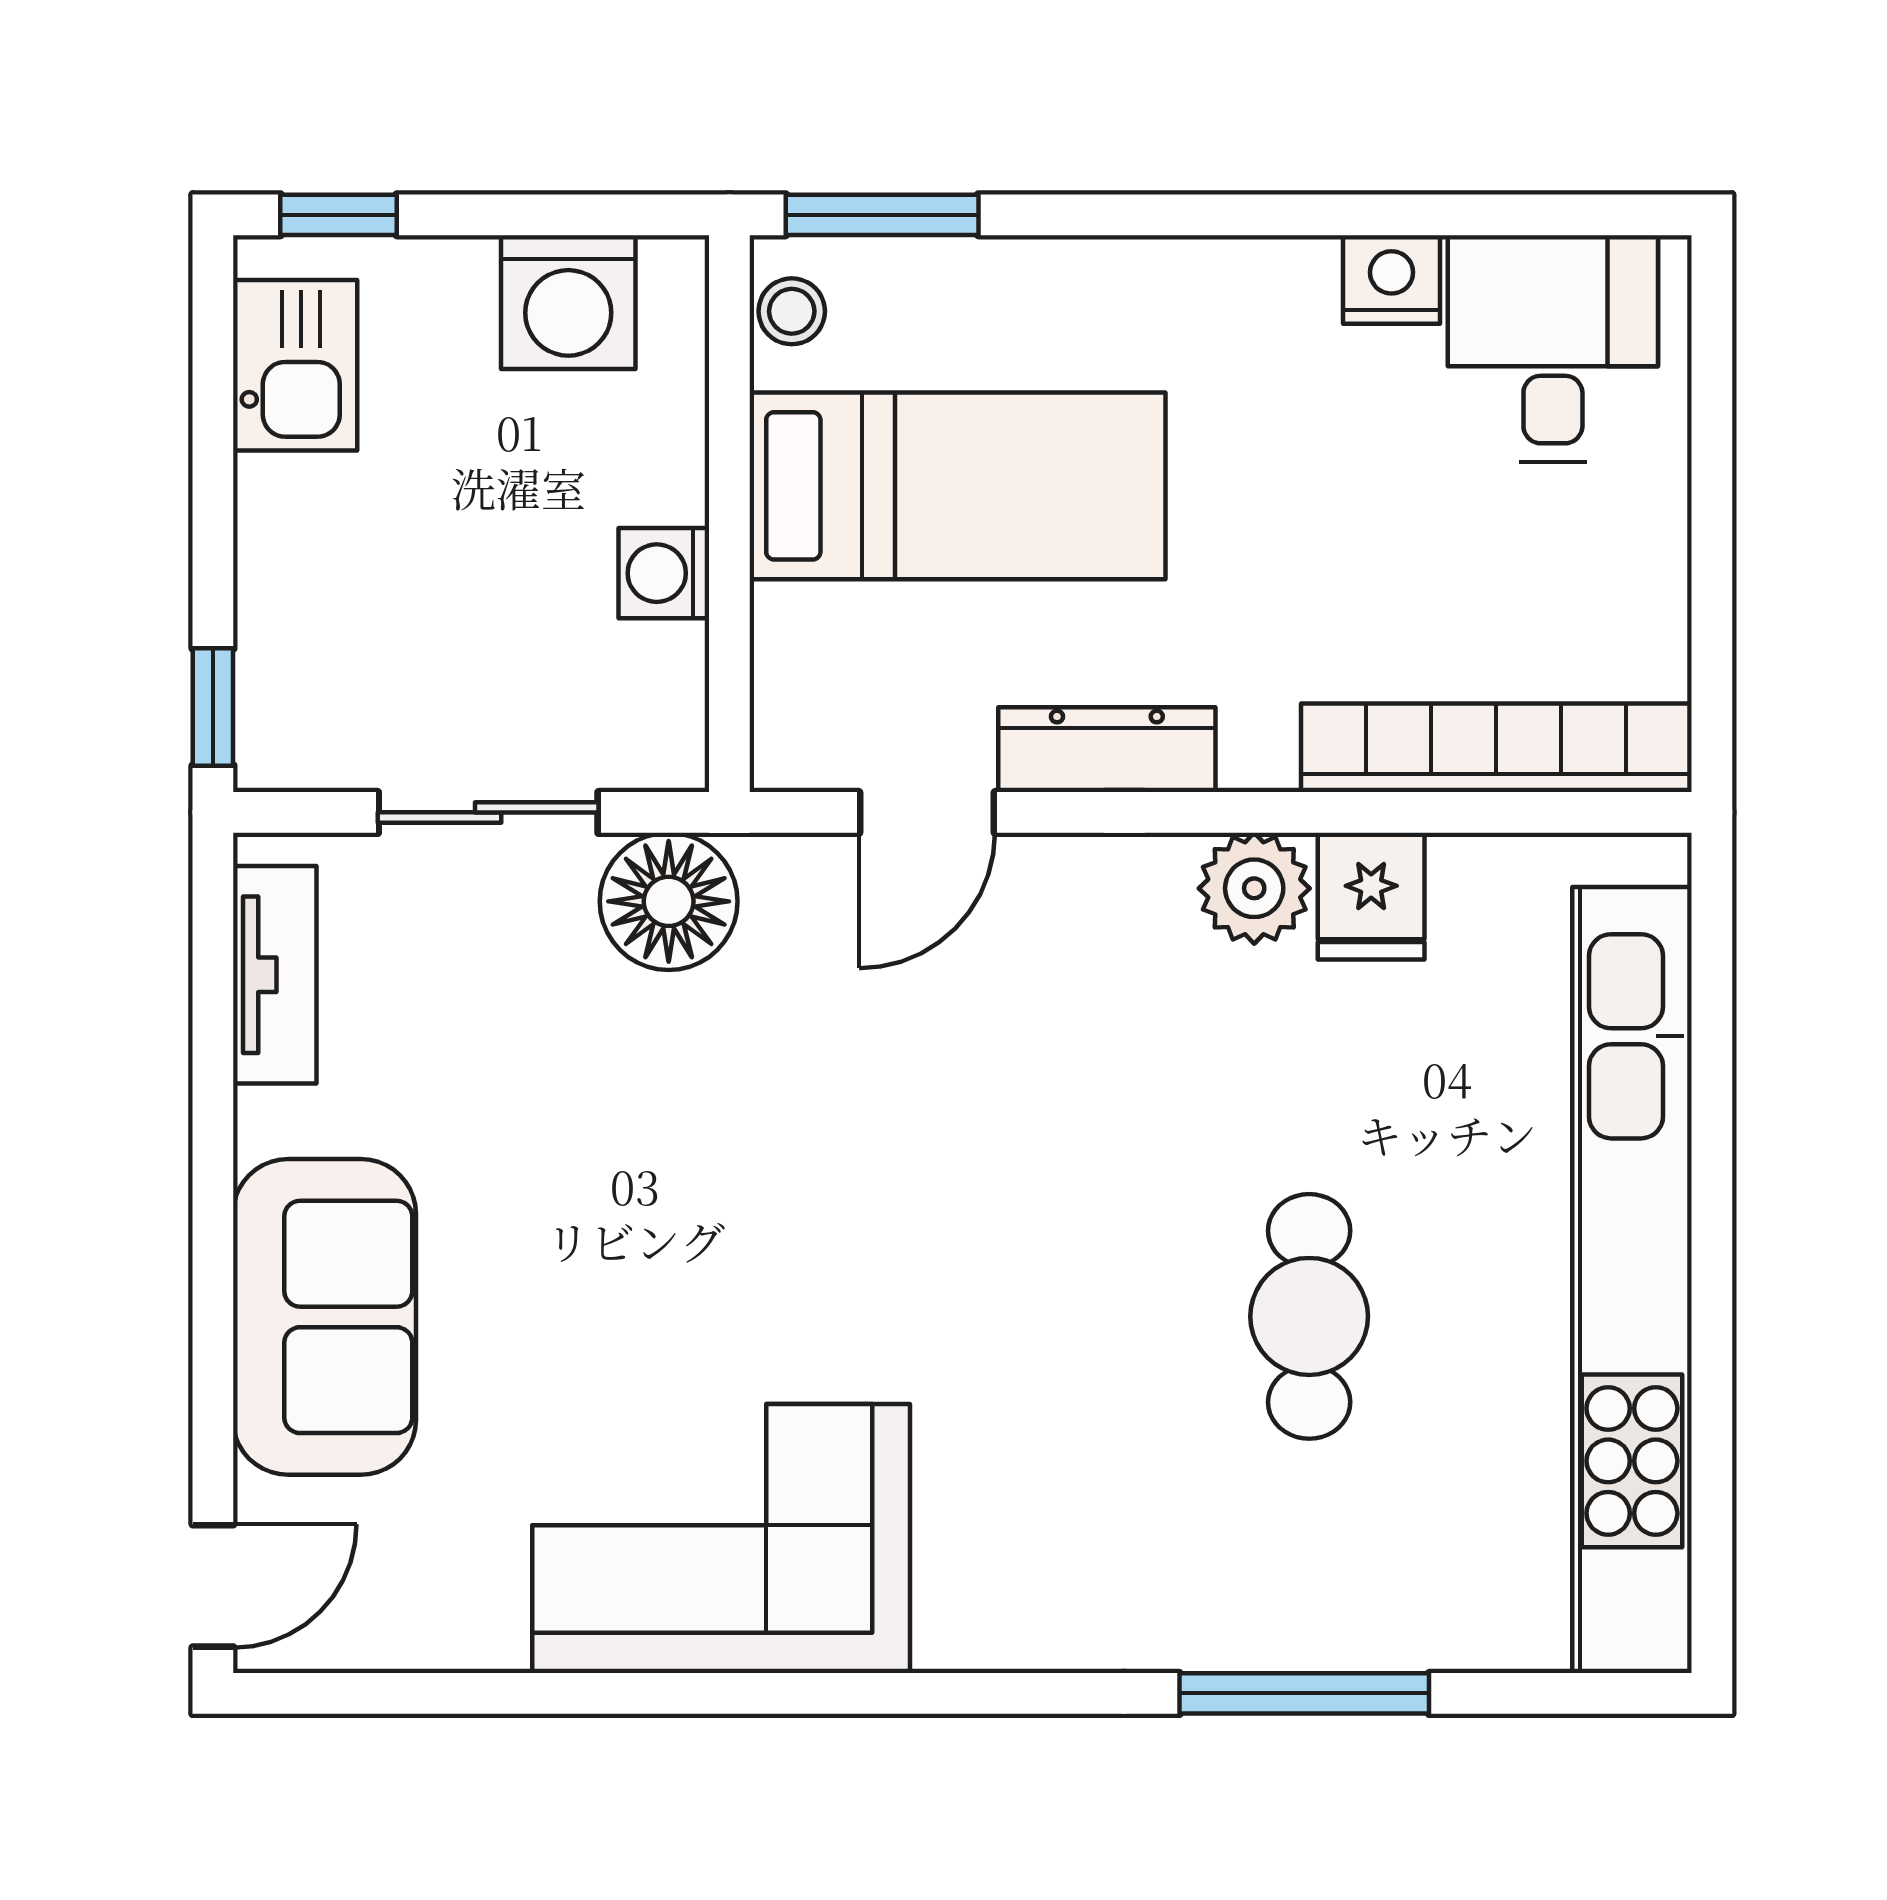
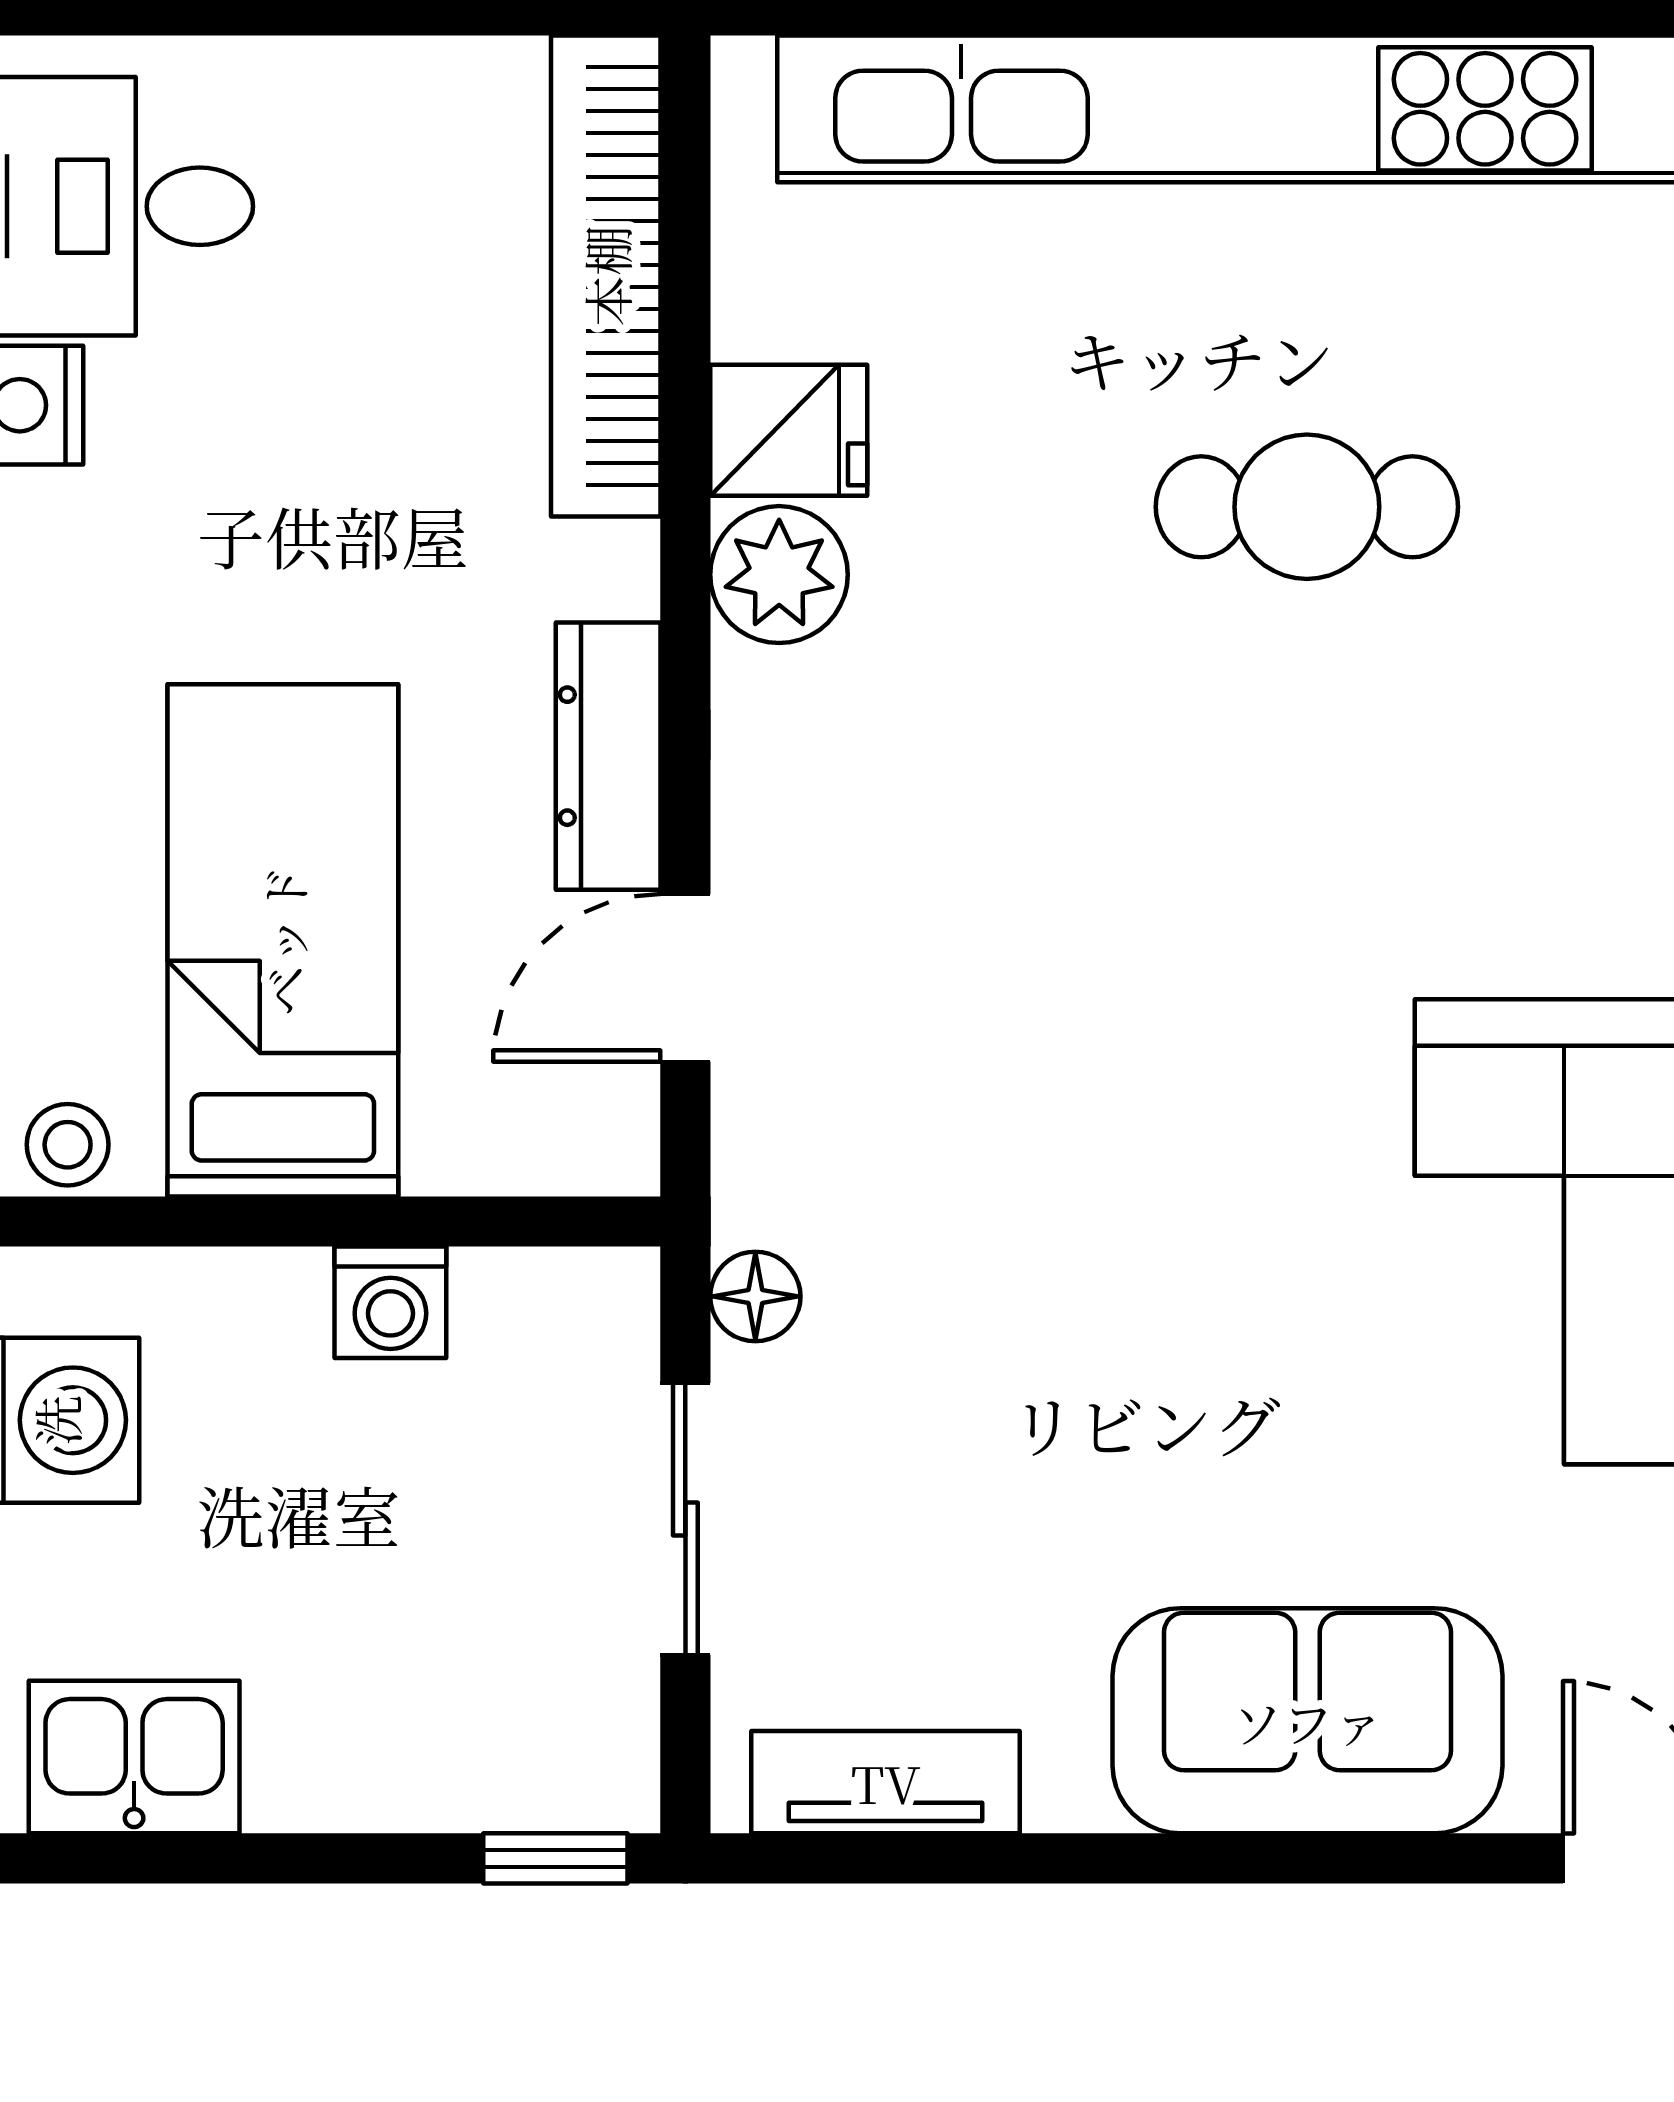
door: (927, 812) -> (685, 978), swing flipped
floor lamp: (669, 901) -> (755, 1296), width x0.53, depth x0.53

